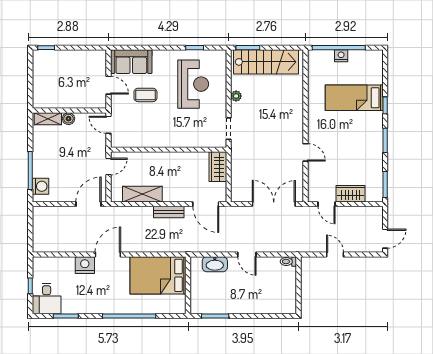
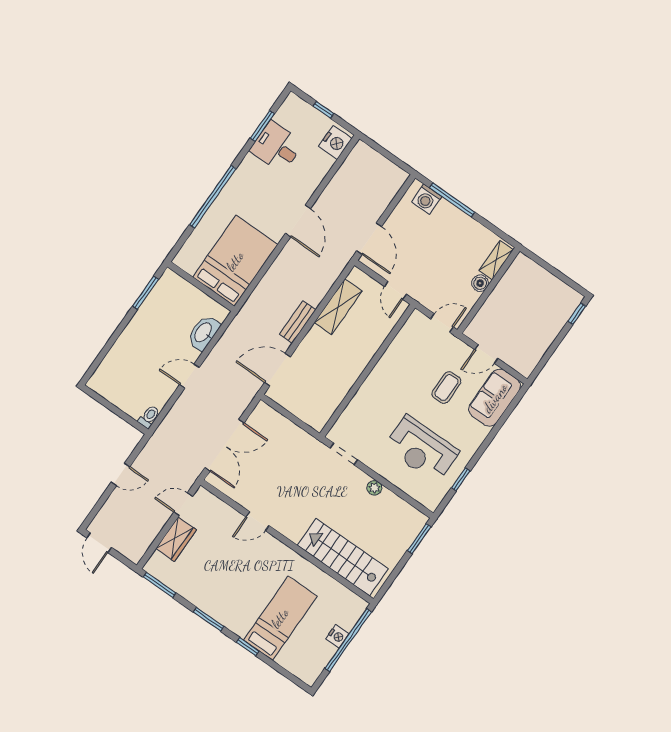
stairs: (266, 62) -> (343, 557), moved, turned 90
wardrobe: (218, 167) -> (310, 412), removed
nightstand: (85, 265) -> (335, 142), moved
desk: (47, 298) -> (277, 147), moved

